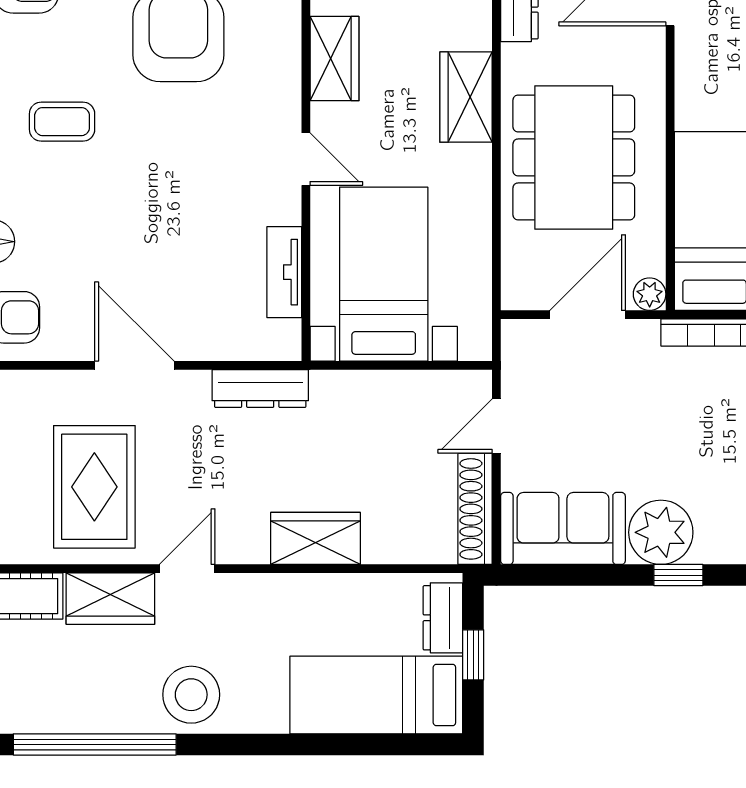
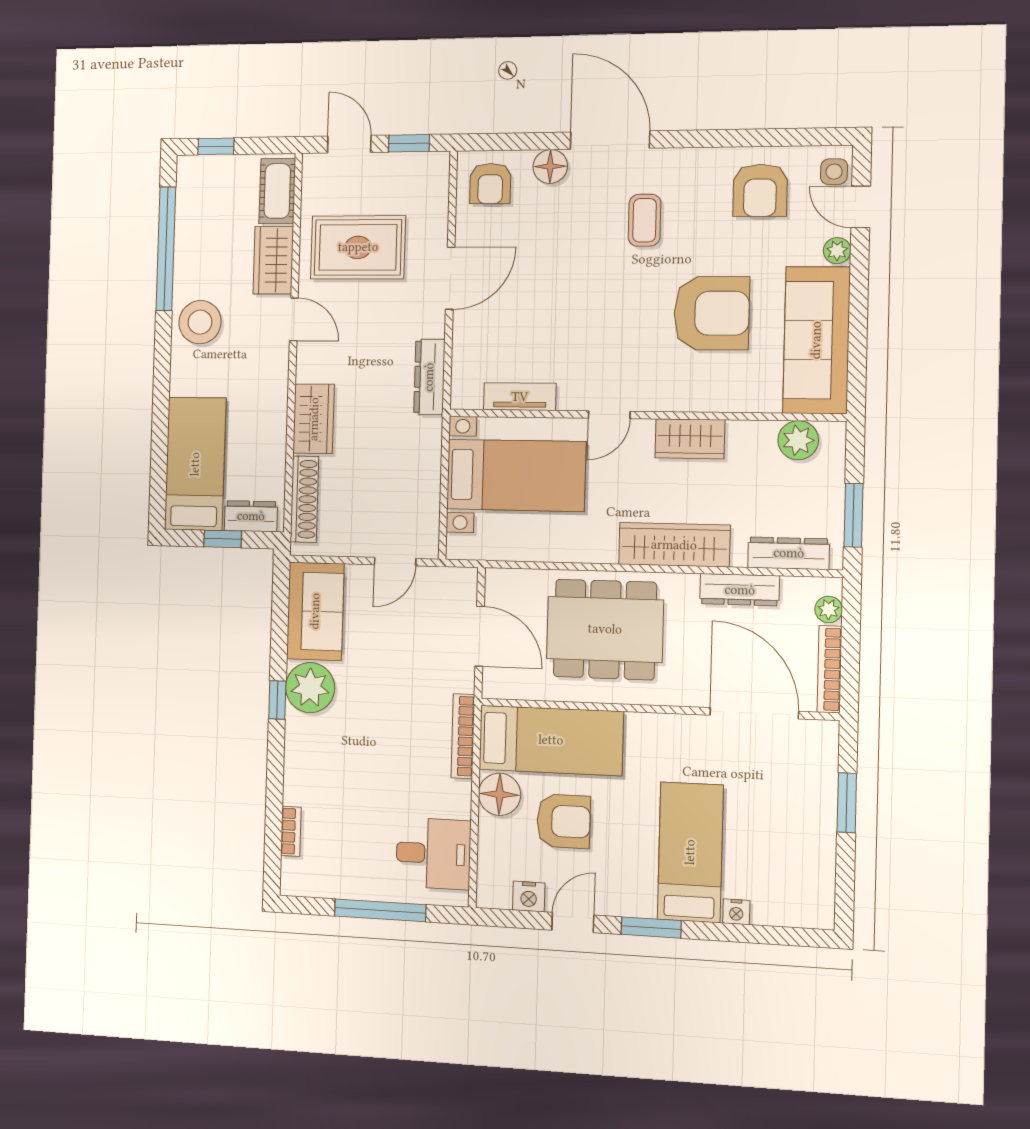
wardrobe: (466, 97) -> (674, 545), width x1.50
plant: (650, 294) -> (494, 686), removed
door: (496, 426) -> (395, 562), swing flipped
shoe rack: (475, 509) -> (304, 499), moved, turned 90

